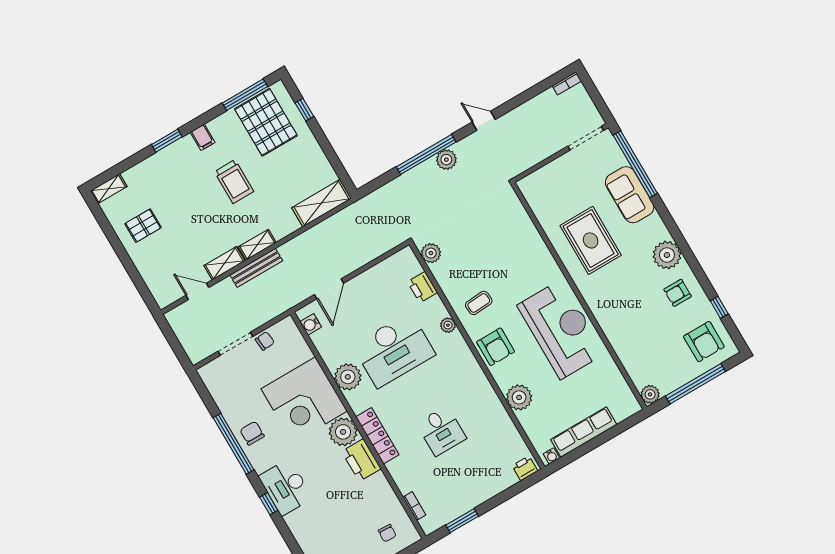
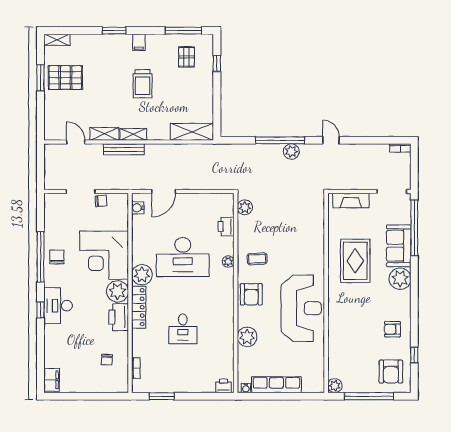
pallet: (266, 122) -> (187, 57), width x0.49, depth x0.50
fireplace: (546, 175) -> (351, 201), added
pallet: (143, 226) -> (65, 78), width x1.50, depth x1.42
window: (115, 242) -> (40, 78), added
plant: (667, 255) -> (400, 279), moved
plant: (348, 377) -> (142, 275), moved
chair: (387, 533) -> (107, 360), moved

